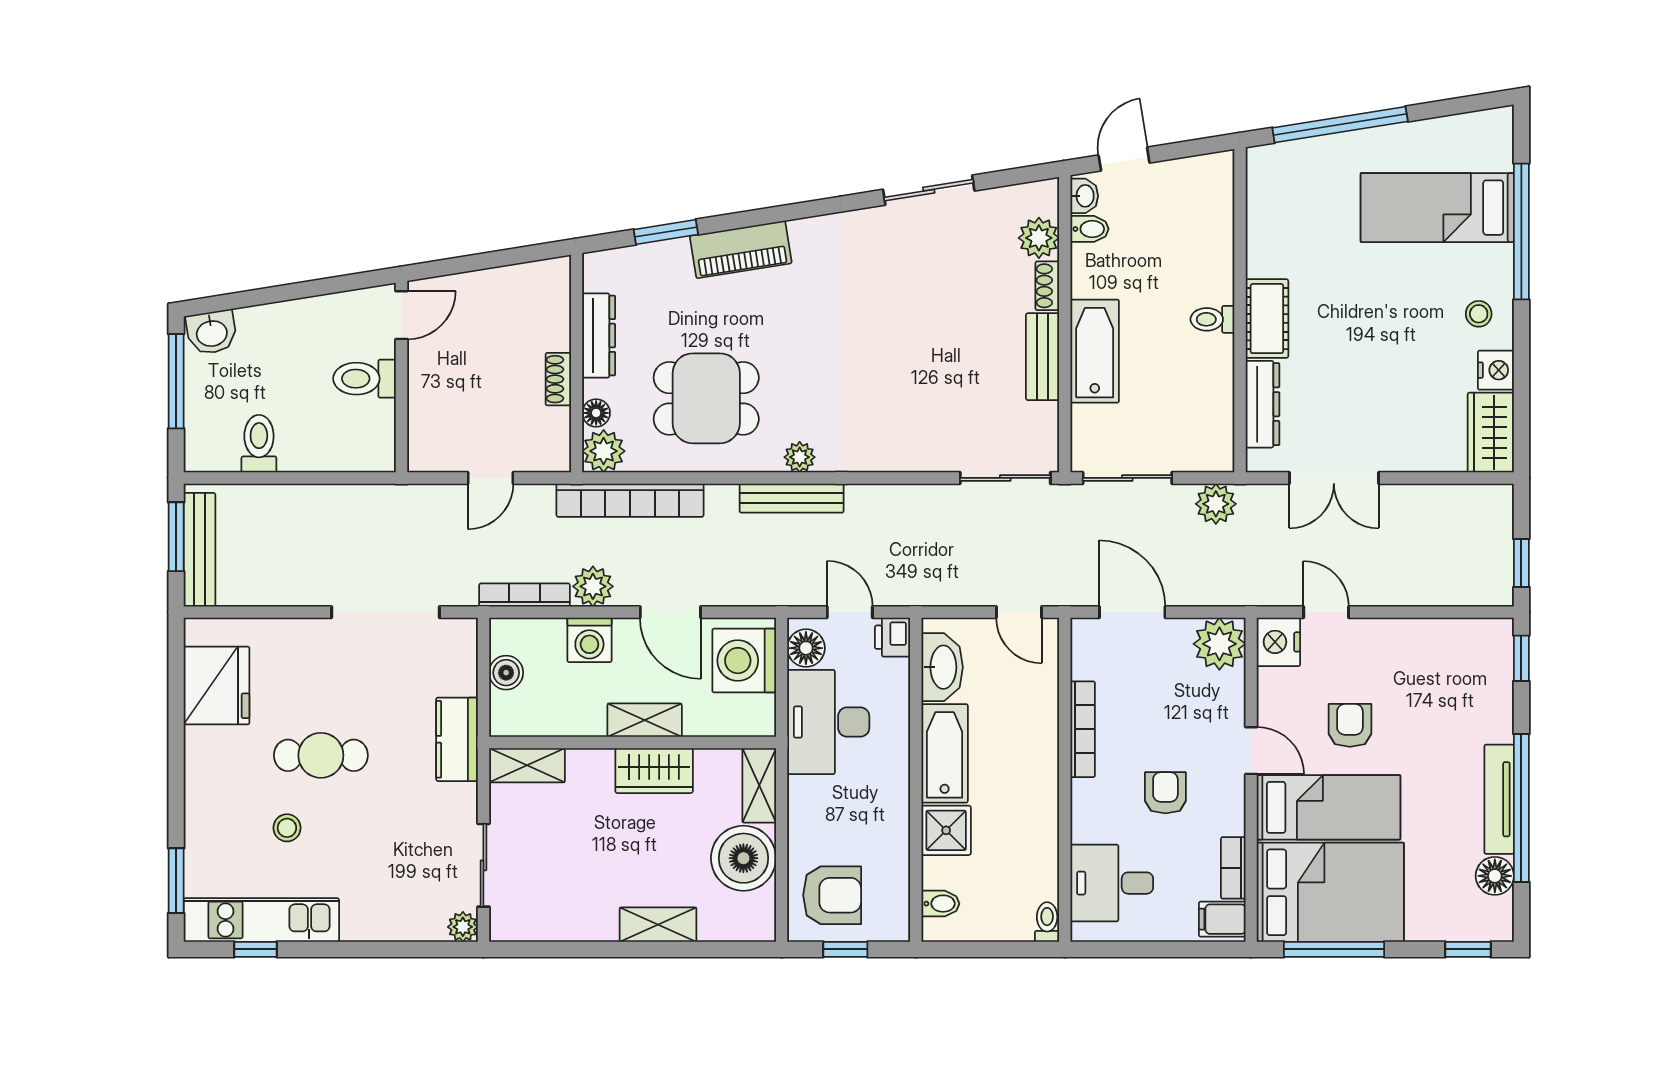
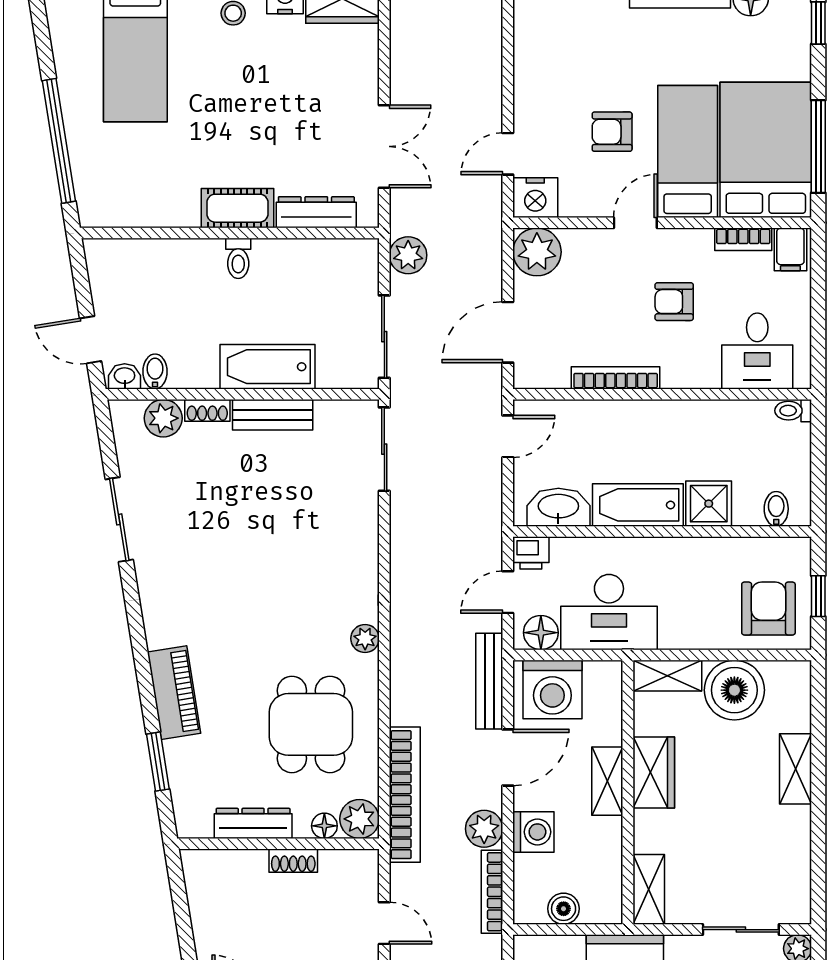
bench: (792, 498) -> (489, 681), moved

